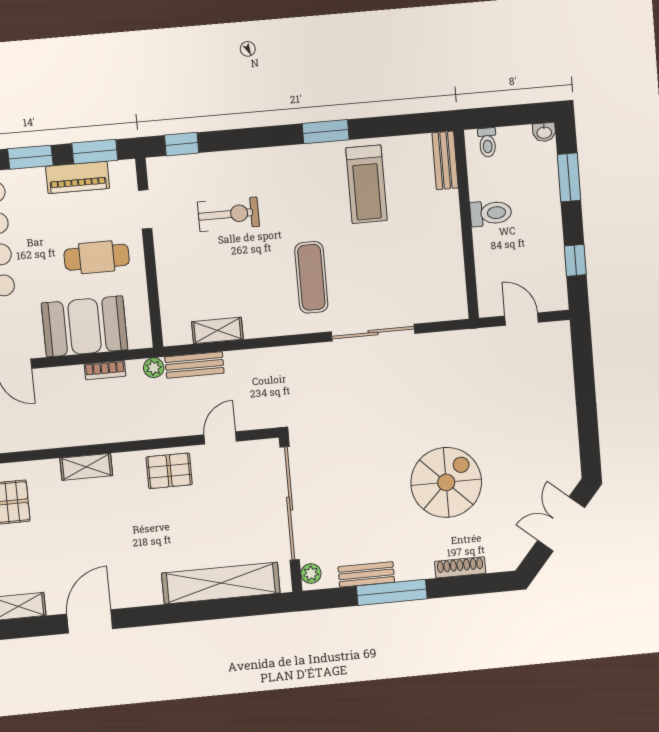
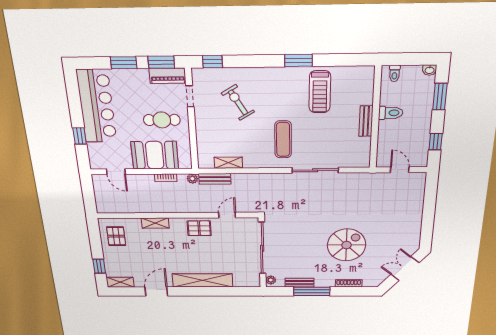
bench: (445, 160) -> (366, 121), moved
piano: (78, 177) -> (168, 76), moved
exercise bike: (228, 214) -> (238, 102), turned -121
shelving: (221, 583) -> (202, 280), moved

